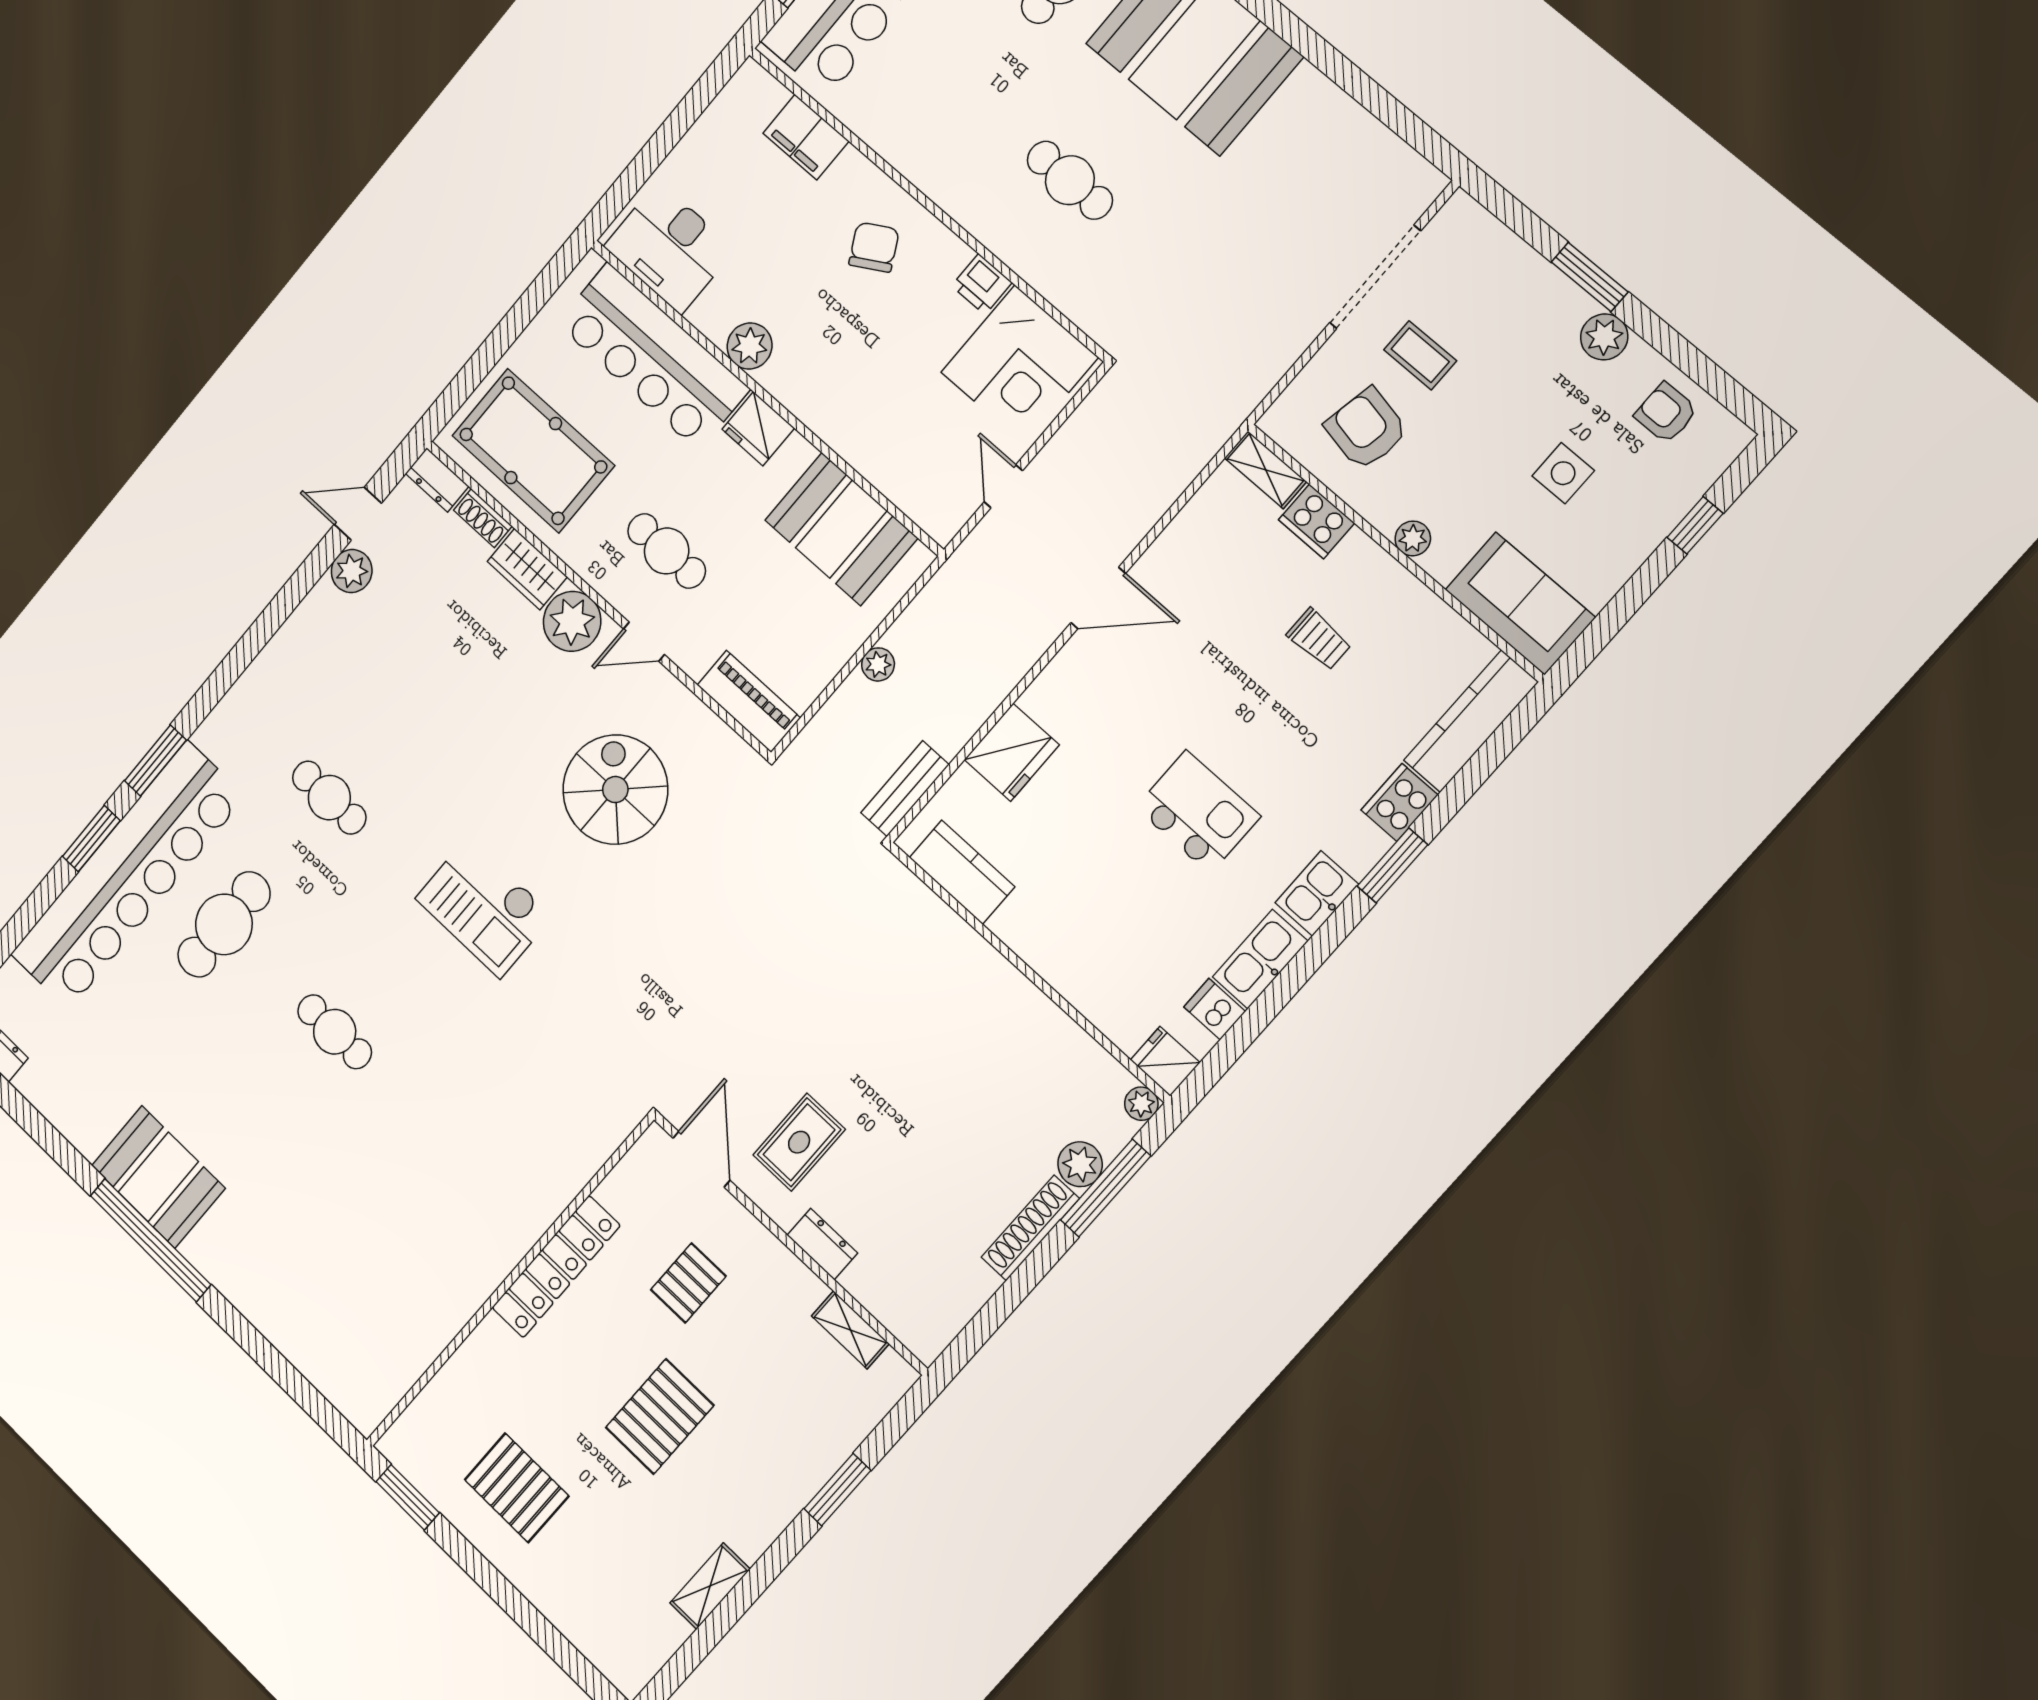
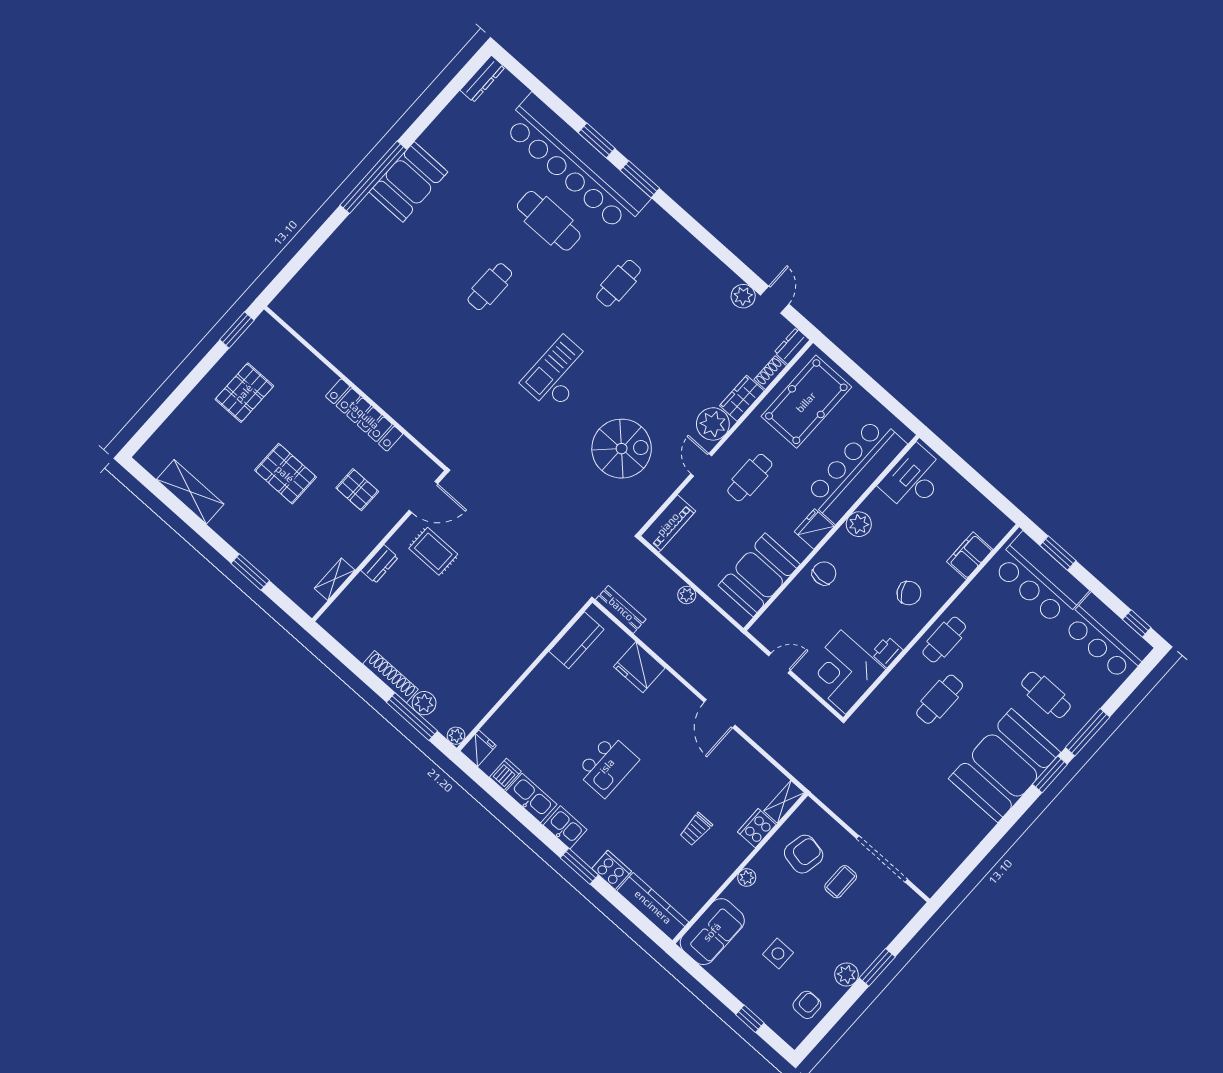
cafe table: (959, 177) -> (944, 640), added
chair: (838, 408) -> (824, 573), added
shelving: (710, 1586) -> (190, 492), width x1.50, depth x1.33

